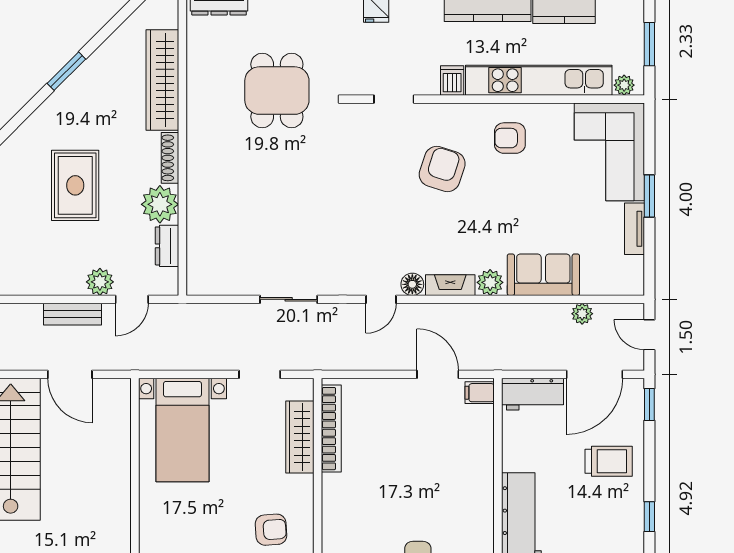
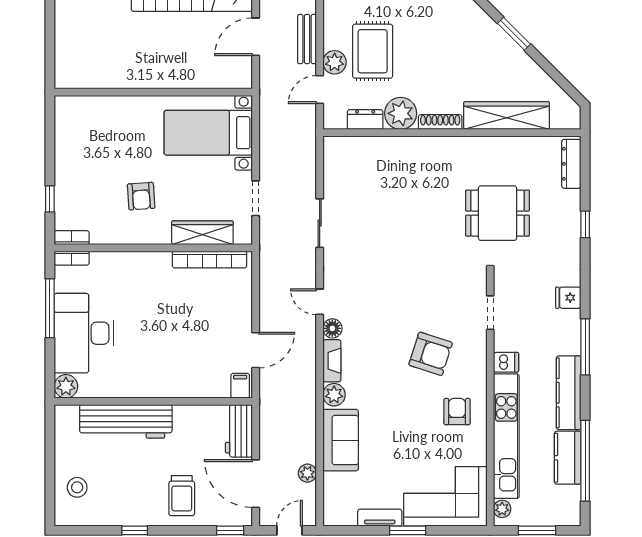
rug: (75, 185) -> (373, 51), moved, turned 90
door: (132, 299) -> (320, 90), hinge flipped
armchair: (271, 530) -> (141, 196), moved

